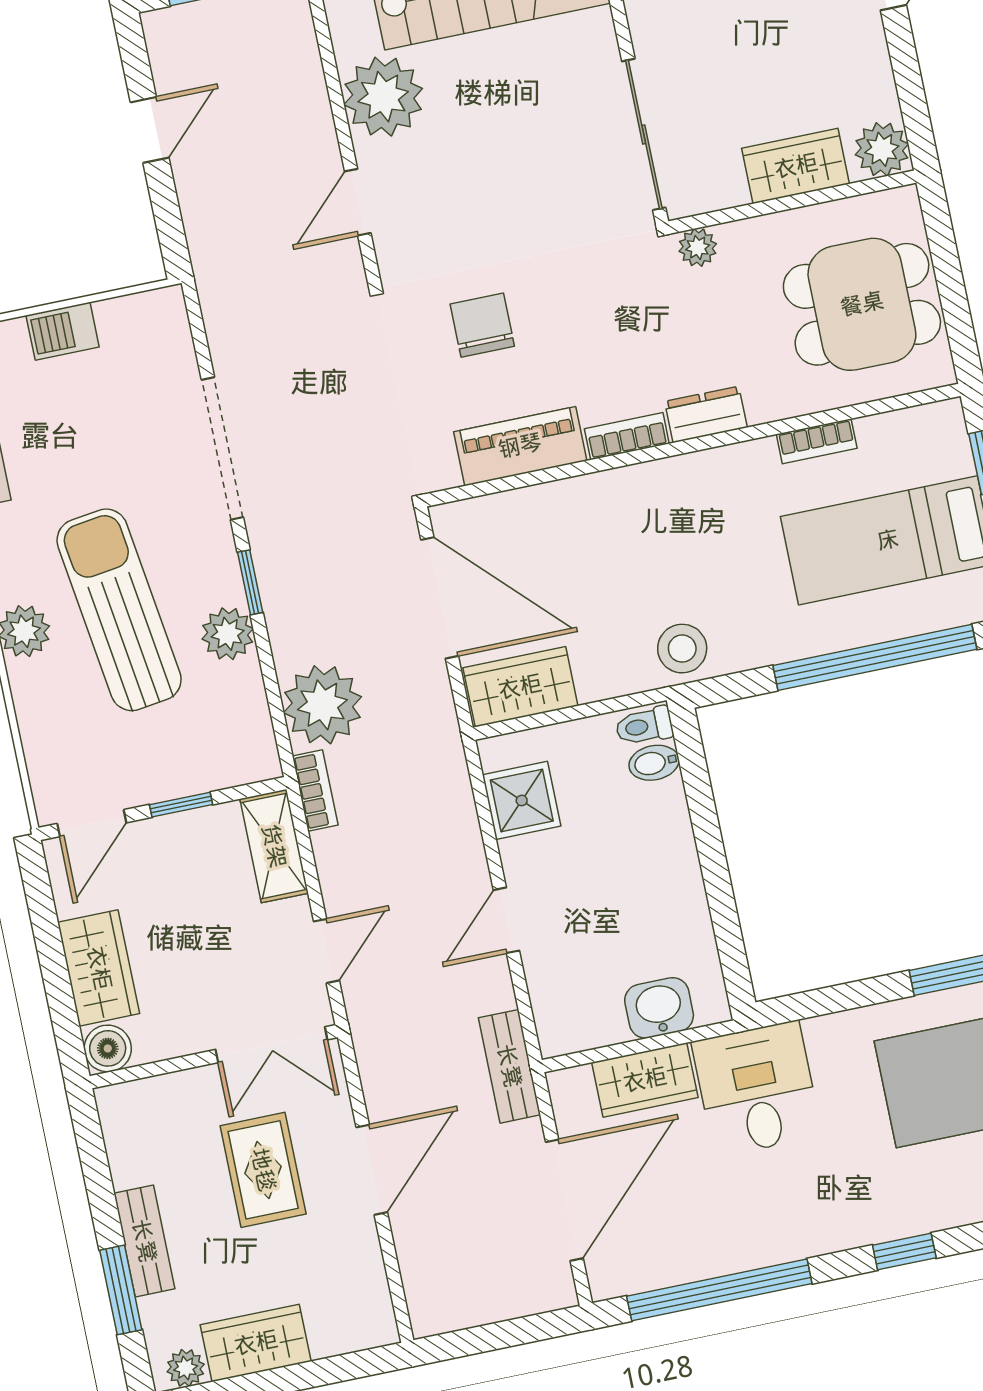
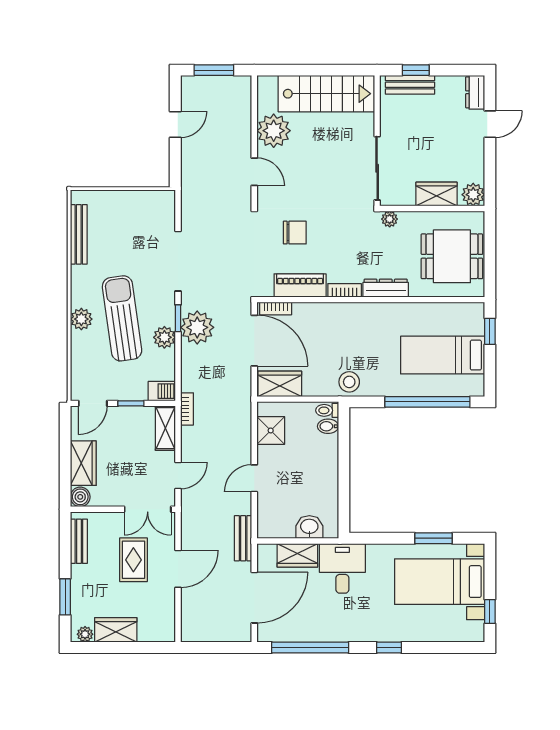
door: (358, 202) -> (254, 172), swing flipped
chair: (482, 325) -> (295, 233), turned 90
barbecue: (63, 331) -> (162, 391), moved, turned 180
dresser: (706, 414) -> (386, 288), width x1.44
bookcase: (817, 441) -> (276, 308), moved
plant: (322, 705) -> (197, 327), moved
bench: (144, 1241) -> (79, 541), moved

